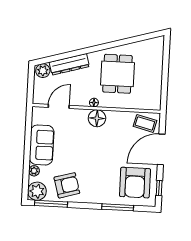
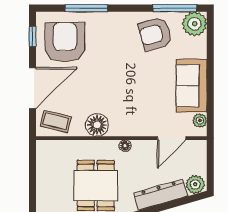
floor lamp: (97, 118) -> (97, 125), moved
plant: (34, 171) -> (200, 121), moved

